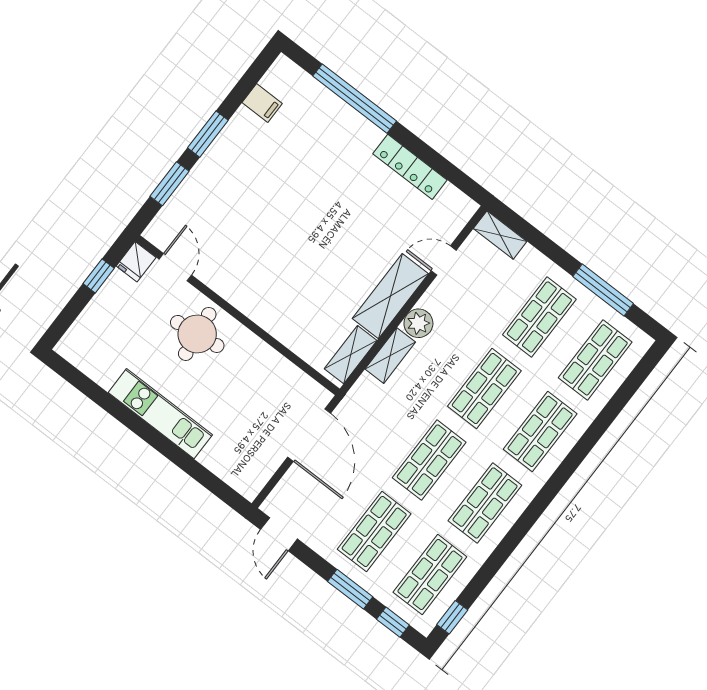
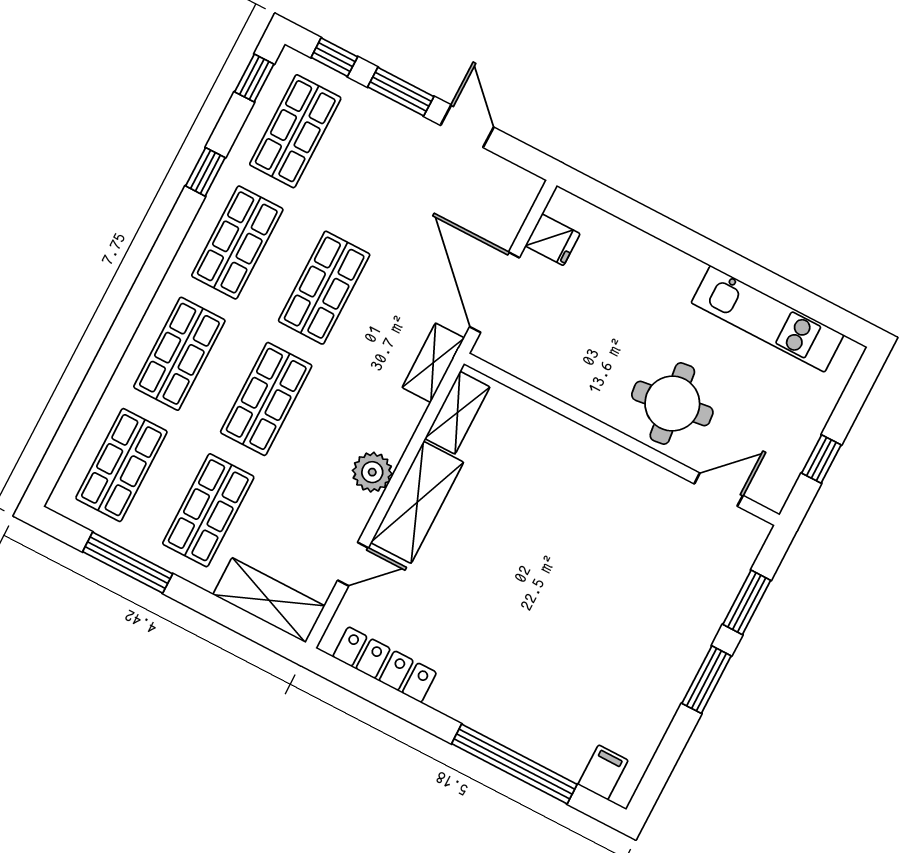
filing cabinet: (262, 103) -> (603, 772), moved, turned 90
locker: (410, 167) -> (385, 665), moved
shelving: (500, 235) -> (269, 600), width x1.50, depth x1.33
fridge: (136, 262) -> (553, 240), moved, turned 90
door: (175, 267) -> (719, 490), swing flipped
shelving: (390, 356) -> (433, 363), moved
kitchen unit: (160, 414) -> (767, 319), moved
shop shelf: (374, 531) -> (382, 176), removed
door: (279, 534) -> (467, 126), moved
window: (499, 557) -> (205, 172), added

